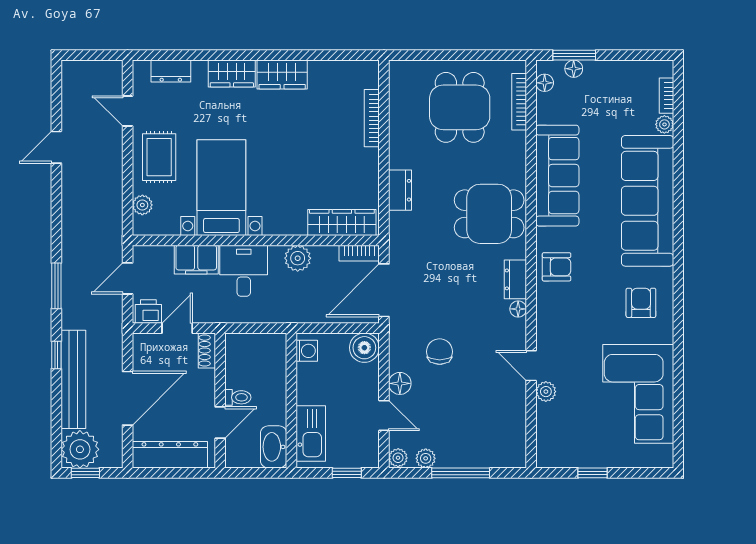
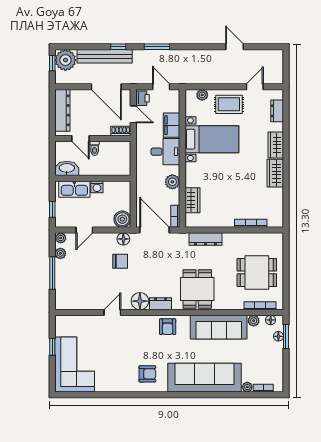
dresser: (400, 190) -> (205, 239), width x1.44
wardrobe: (342, 222) -> (192, 200), width x0.67
floor lamp: (518, 309) -> (140, 301), width x1.89, depth x1.89
washing machine: (307, 351) -> (97, 187), moved
floor lamp: (400, 383) -> (123, 239), moved
plant: (546, 392) -> (254, 321), moved
corner sofa: (638, 394) -> (75, 364), moved, turned 90
door: (128, 398) -> (106, 87), moved

